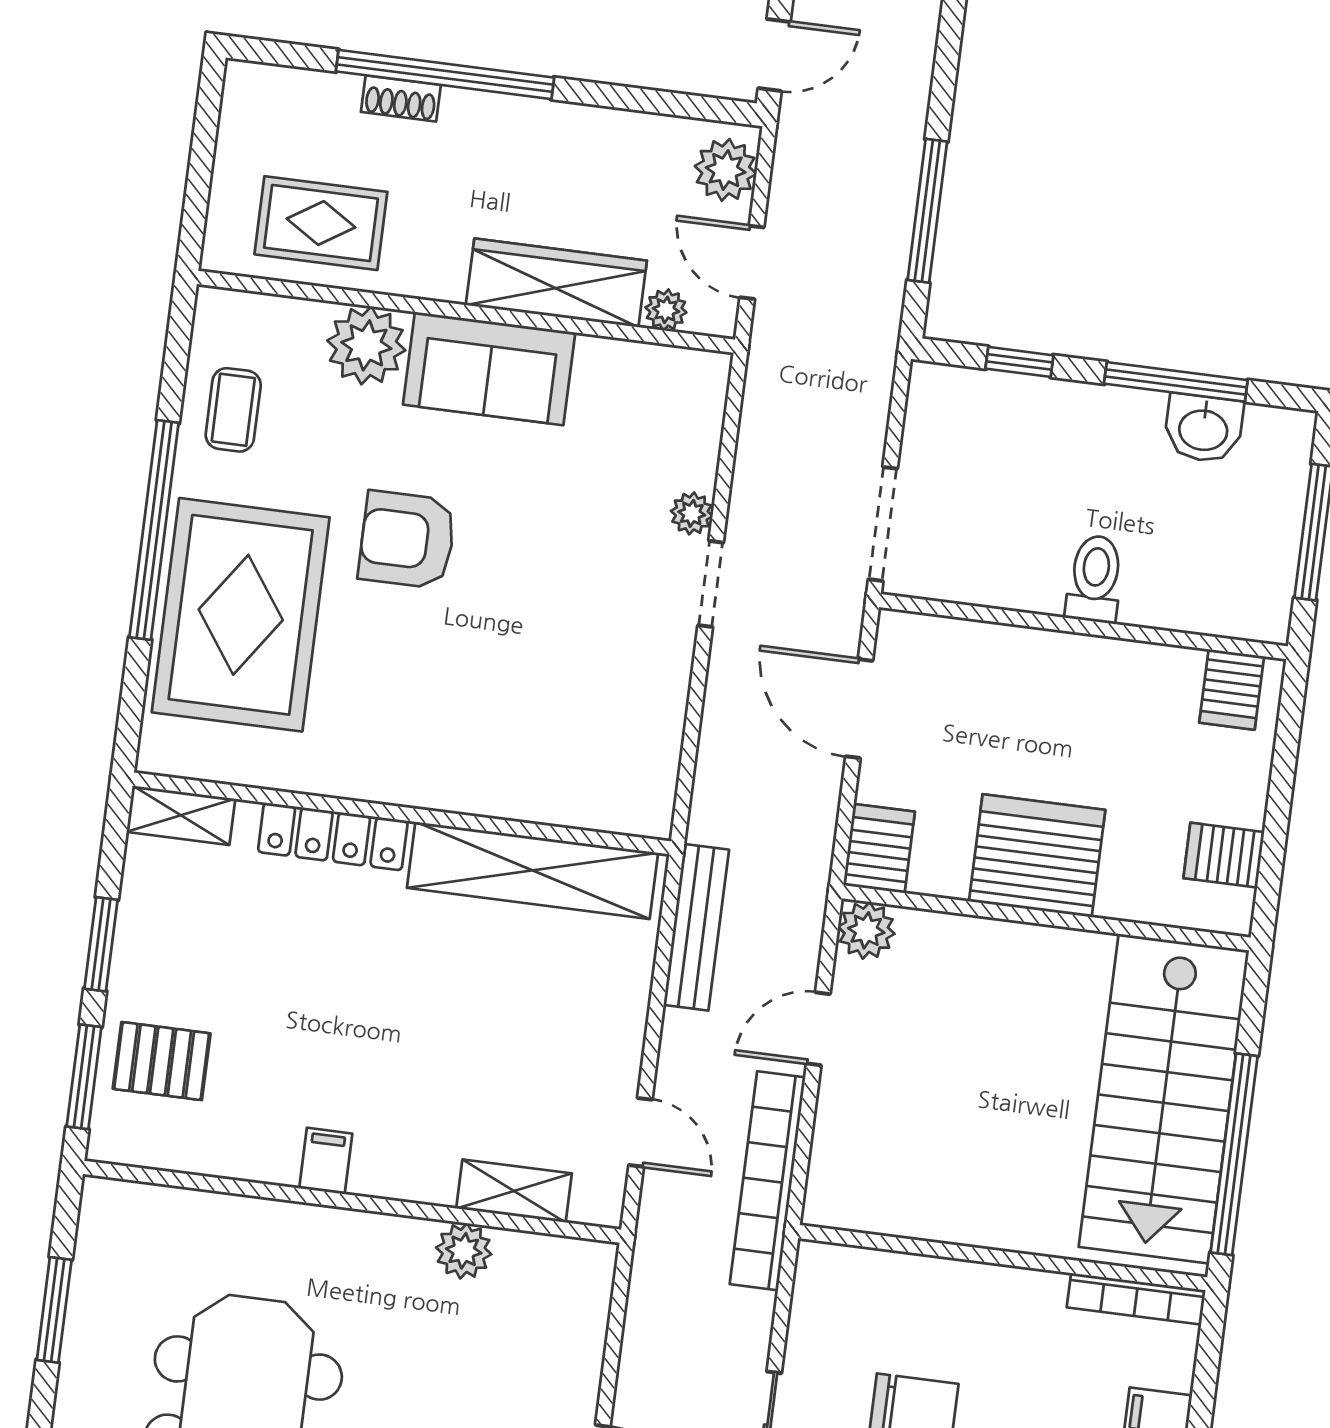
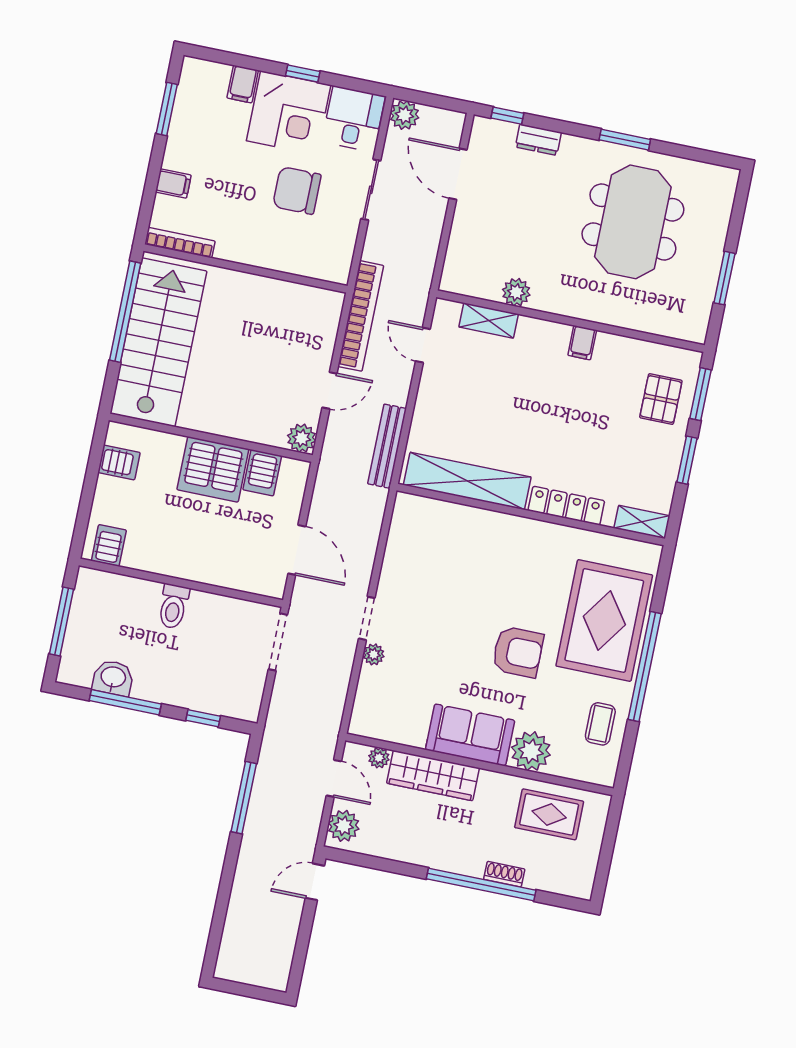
server rack: (879, 849) -> (262, 473), moved
pallet: (162, 1061) -> (661, 399), turned 90

